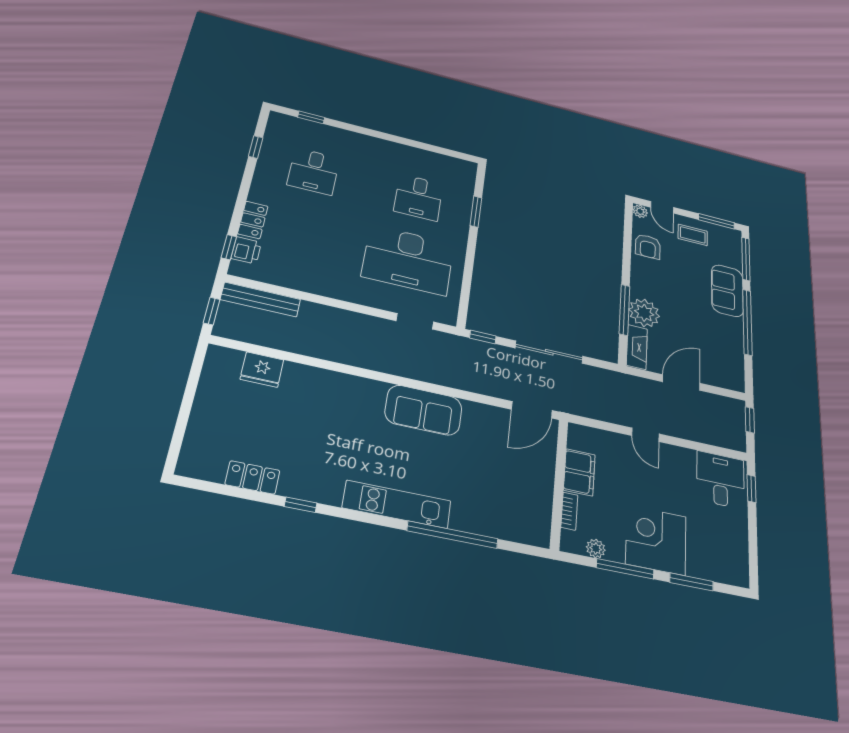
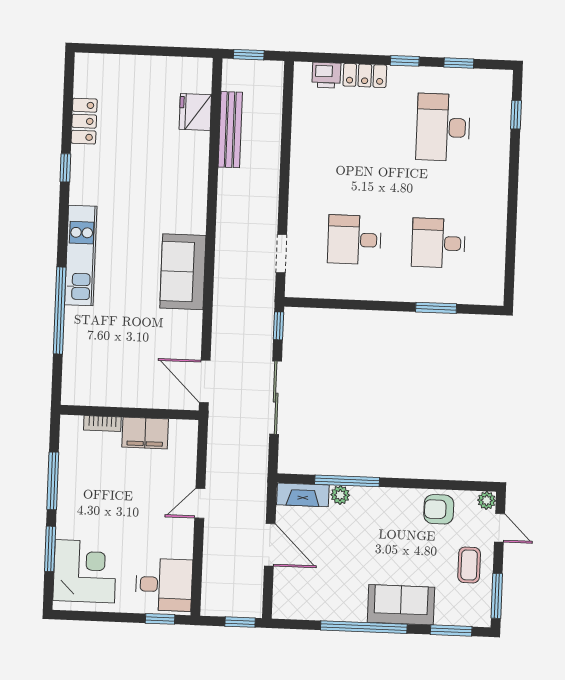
desk: (313, 171) -> (443, 127), width x1.37
door: (662, 207) -> (499, 528), swing flipped
window: (229, 247) -> (405, 61), moved
window: (746, 259) -> (451, 631), width x0.69
desk: (408, 260) -> (354, 240), width x0.53, depth x0.77
bench: (261, 299) -> (230, 130), moved
plant: (644, 313) -> (340, 495), width x0.53, depth x0.53
corner desk: (656, 540) -> (85, 571), moved
plant: (596, 549) -> (68, 451), removed

